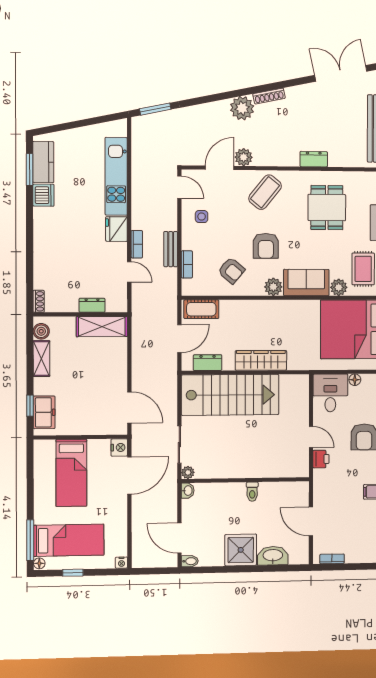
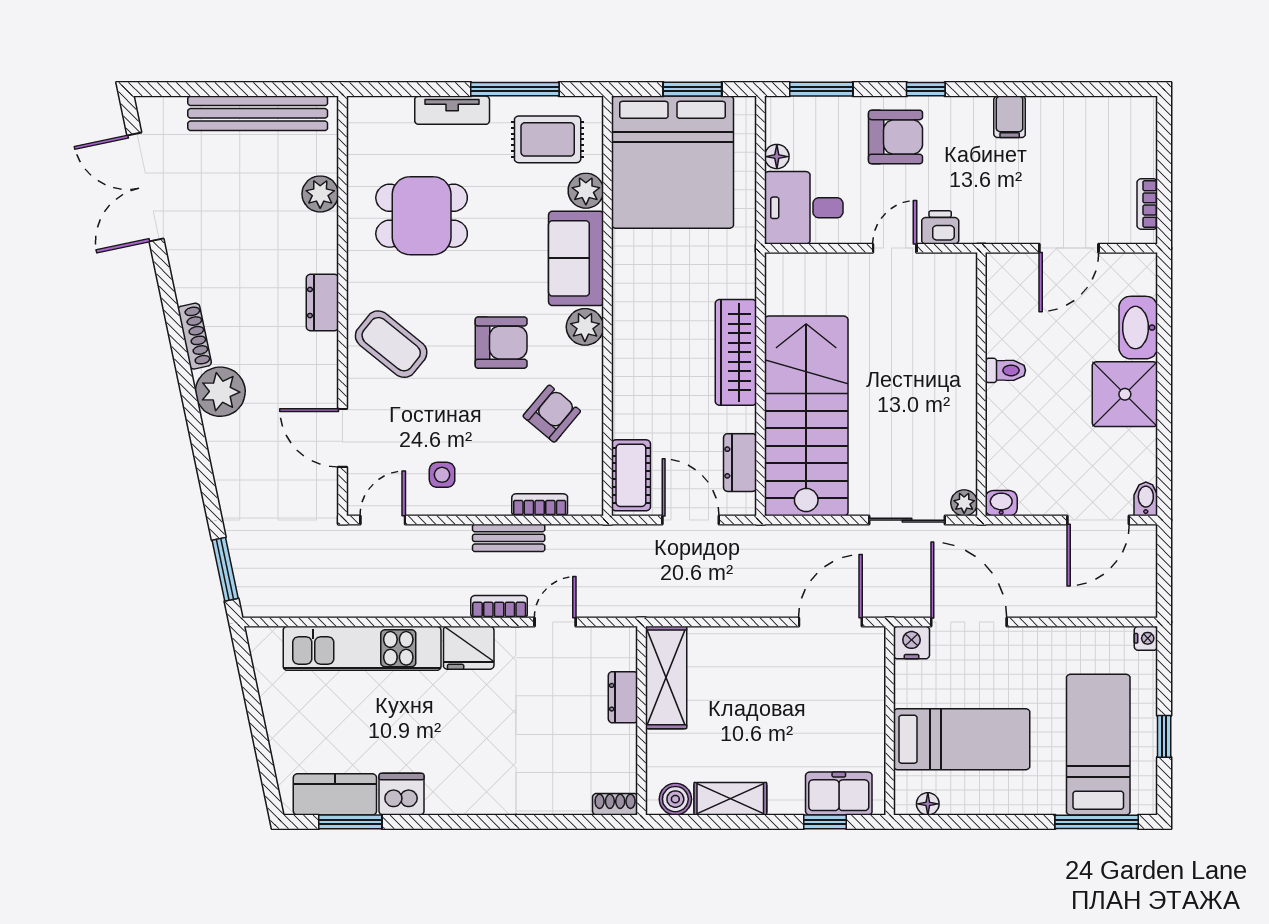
plant: (244, 157) -> (320, 194), moved
dresser: (314, 159) -> (322, 303), moved
floor lamp: (39, 563) -> (928, 804), moved

